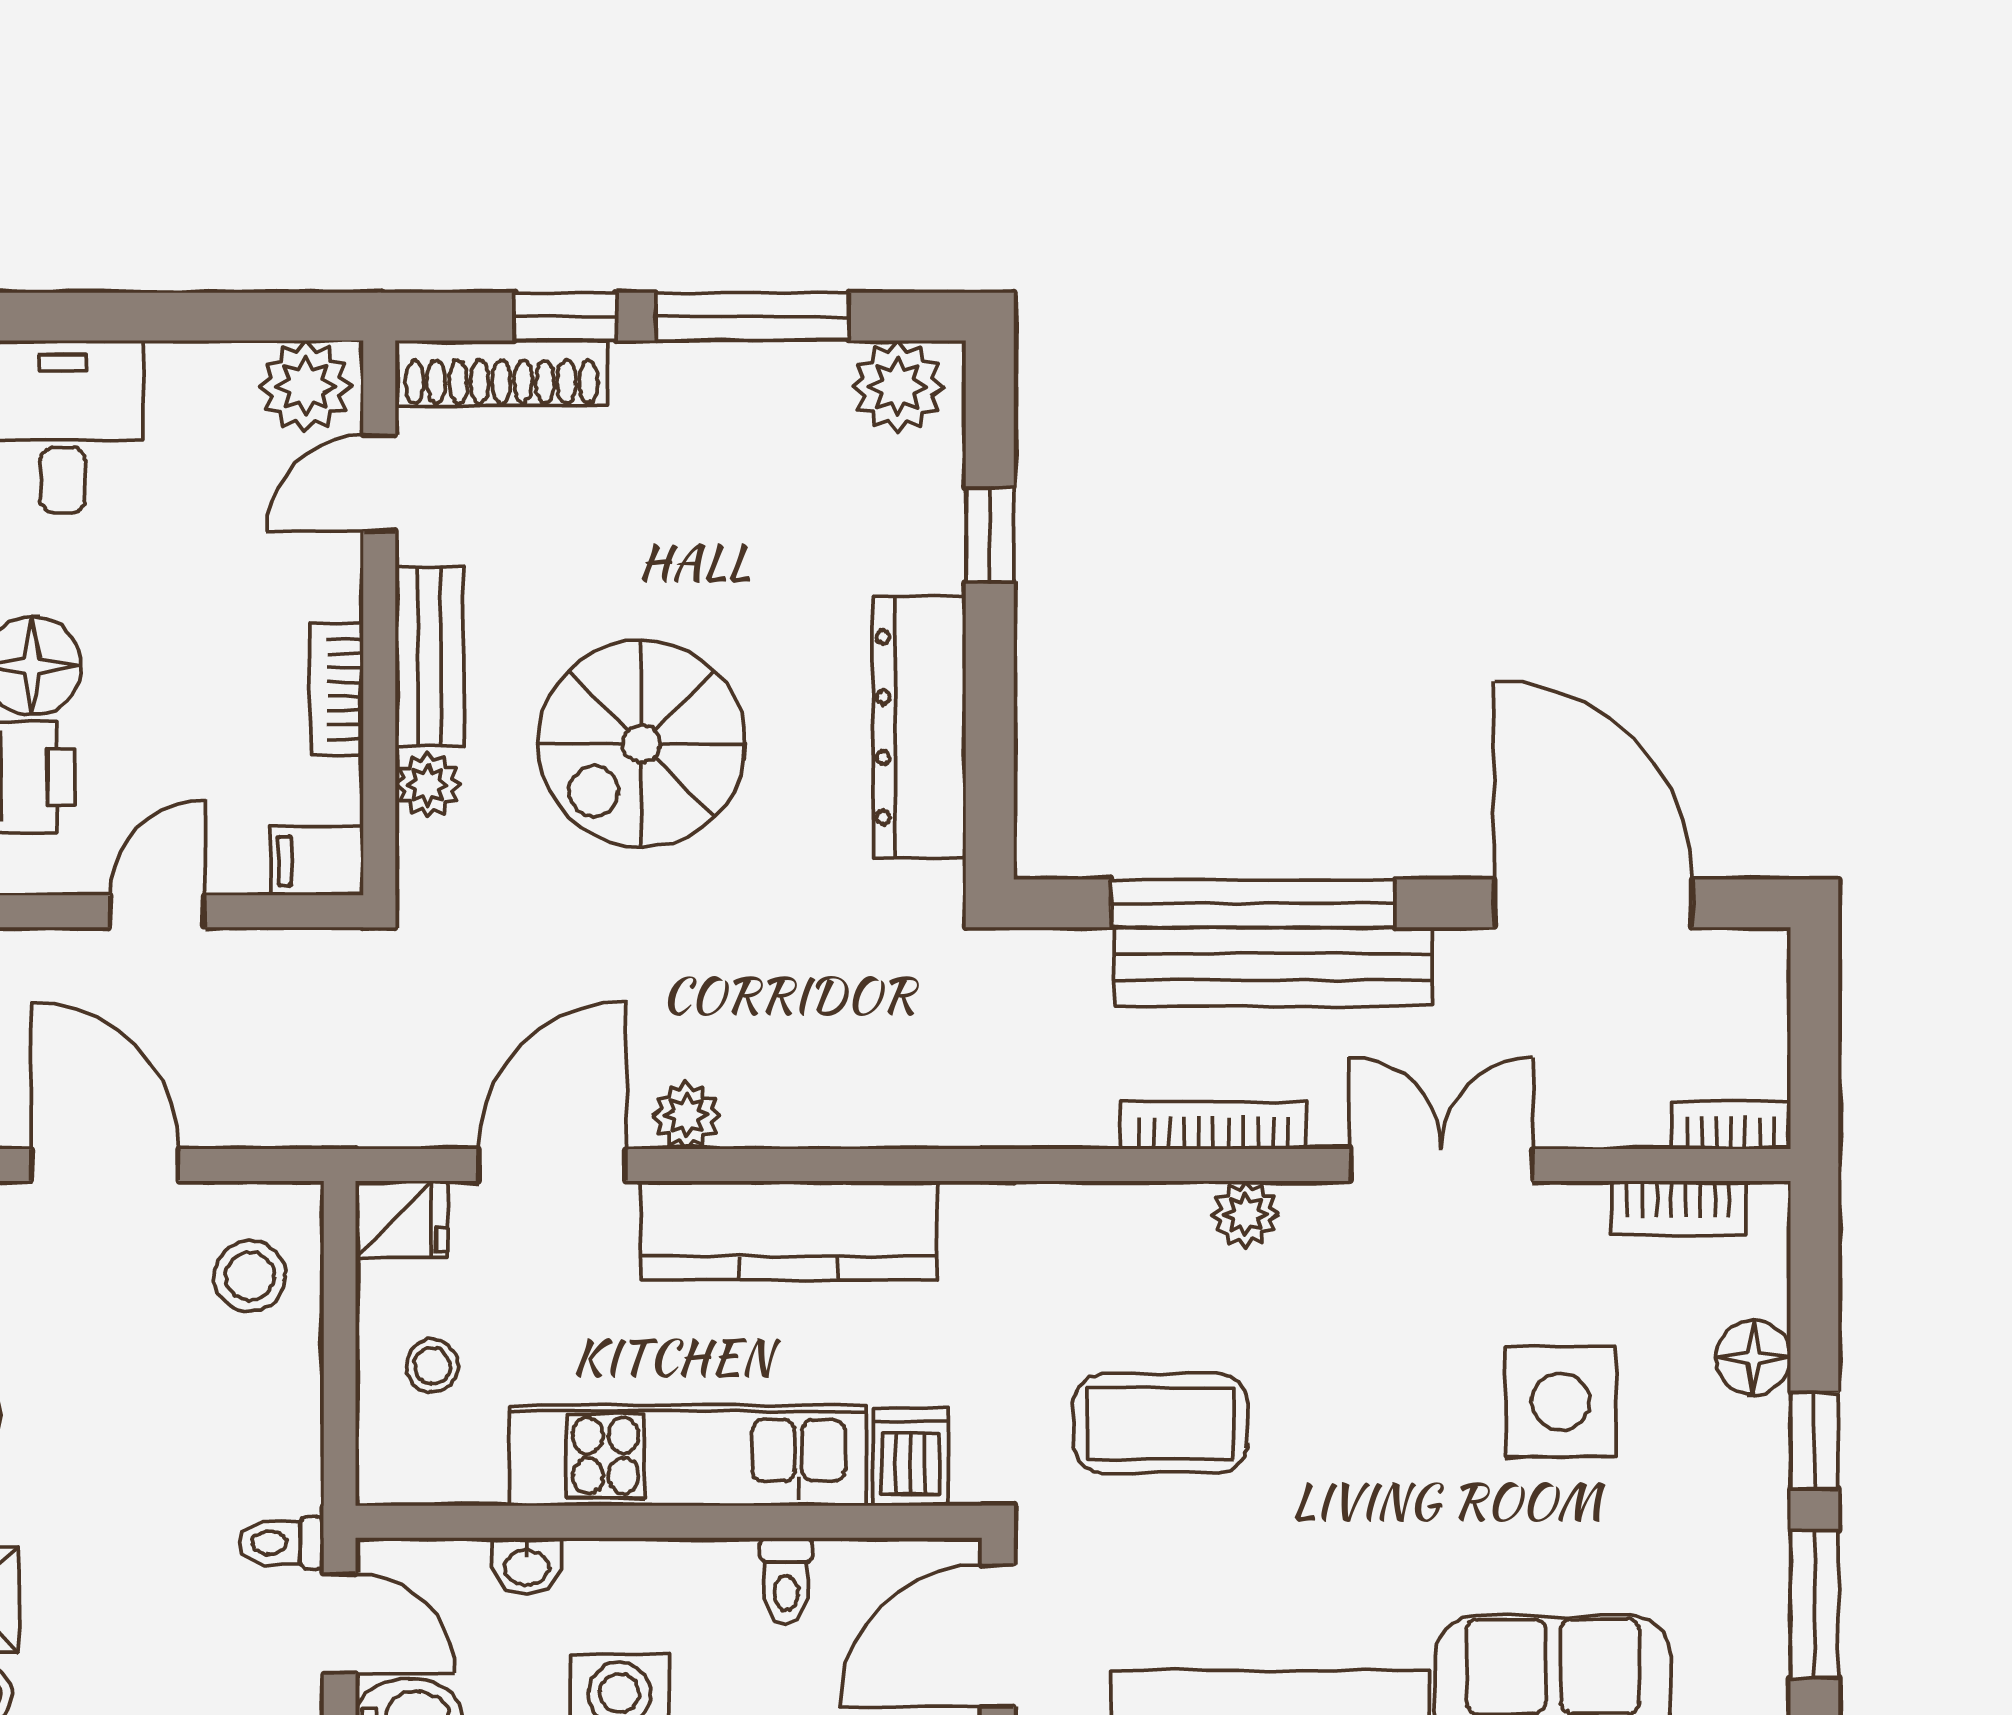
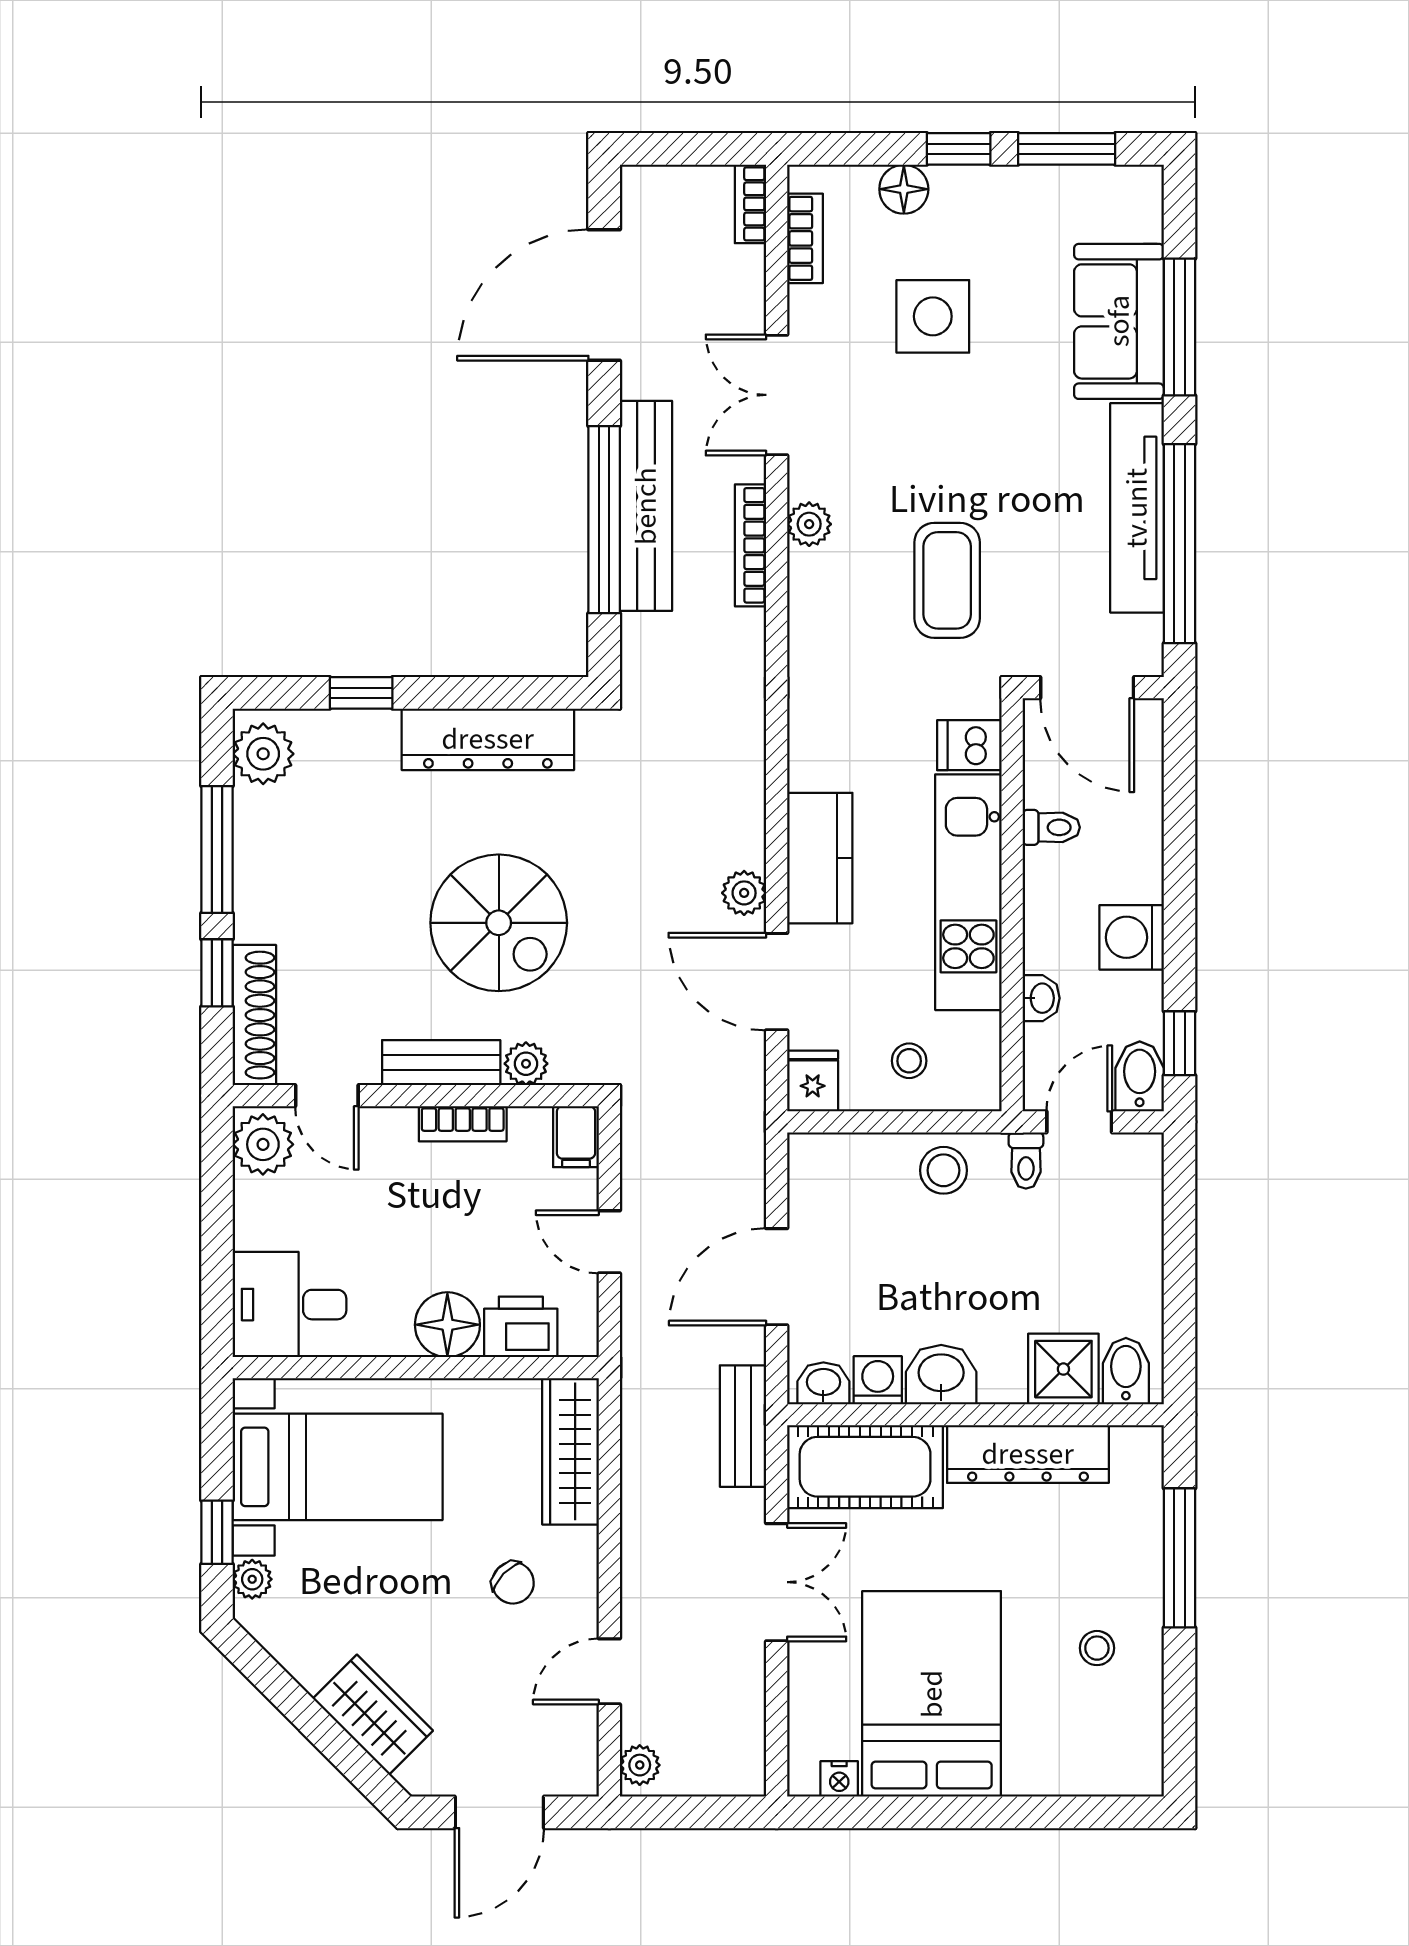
kitchen counter: (789, 1230) -> (820, 858), width x0.67
stool: (250, 1276) -> (944, 1170), moved

